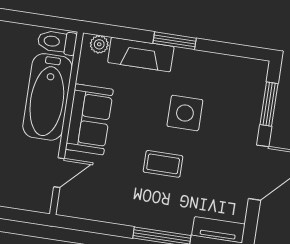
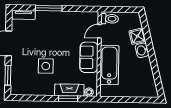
window: (175, 41) -> (68, 99), moved
toilet: (57, 42) -> (110, 19), moved
coffee table: (163, 164) -> (53, 42), removed

